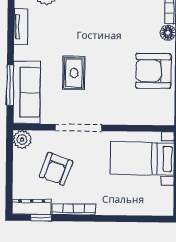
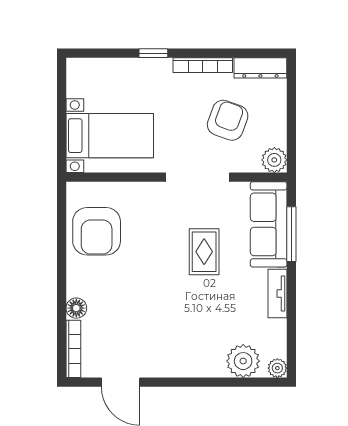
tv unit: (21, 27) -> (278, 293), moved
armchair: (153, 71) -> (97, 231), moved, turned 90
window: (41, 218) -> (153, 53), moved

